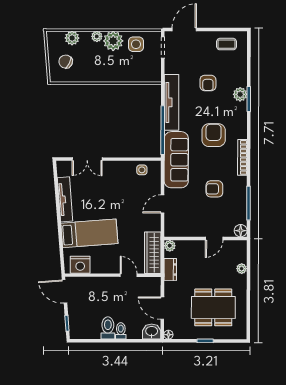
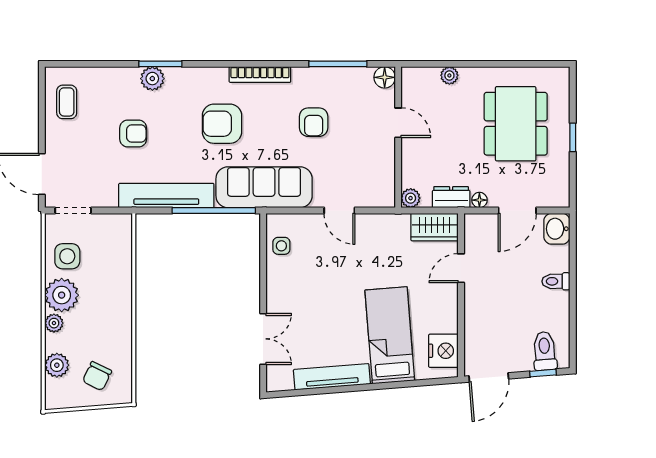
wardrobe: (153, 253) -> (435, 227), width x0.67
toilet: (108, 328) -> (545, 351), moved, turned 85
floor lamp: (168, 335) -> (479, 200), moved

